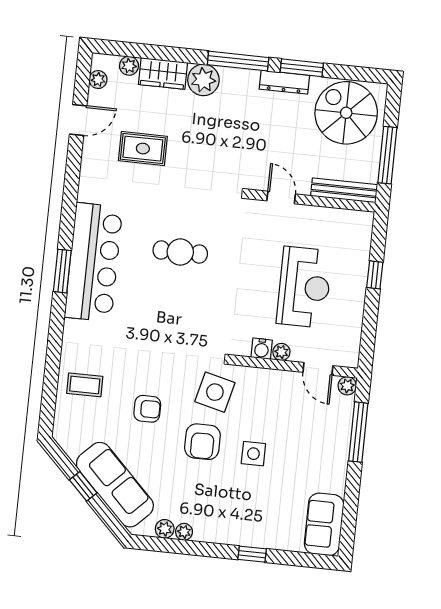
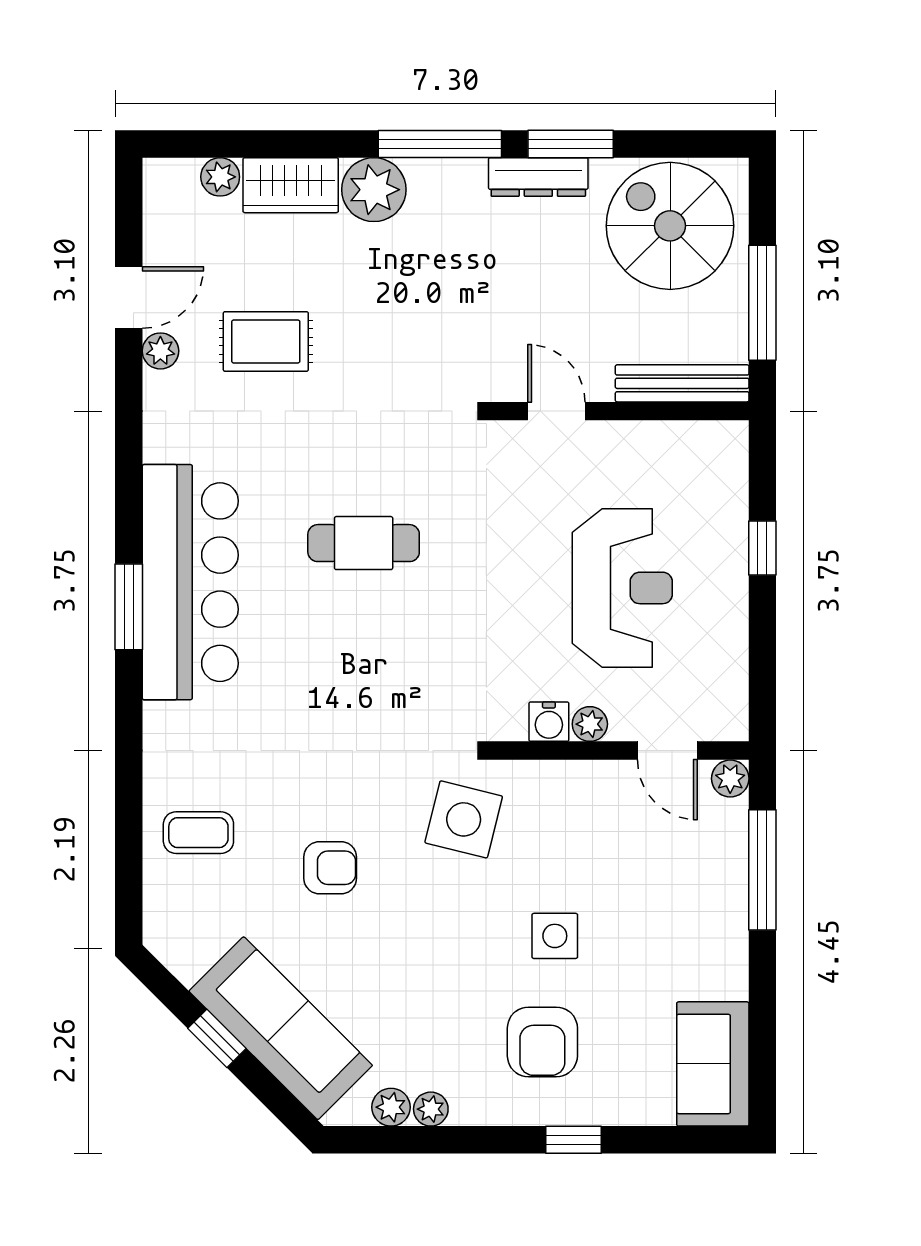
plant: (98, 80) -> (160, 351), moved
armchair: (202, 442) -> (542, 1042), moved

